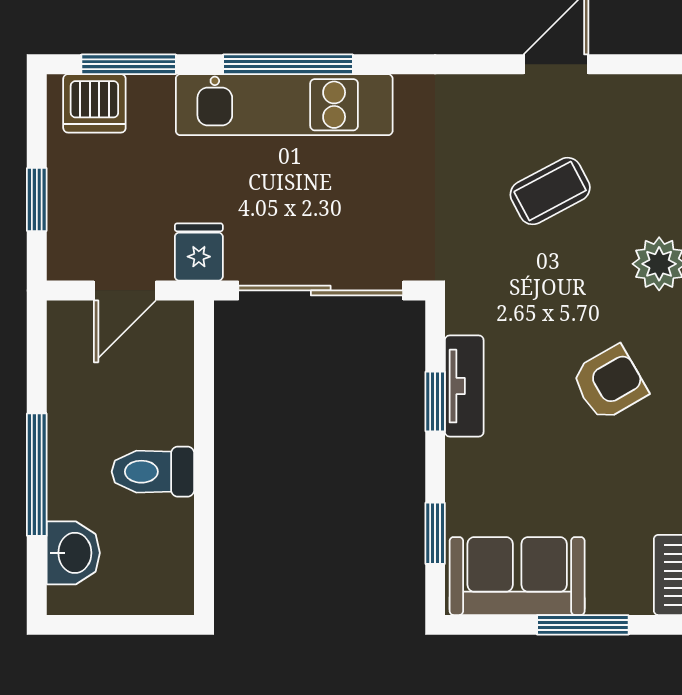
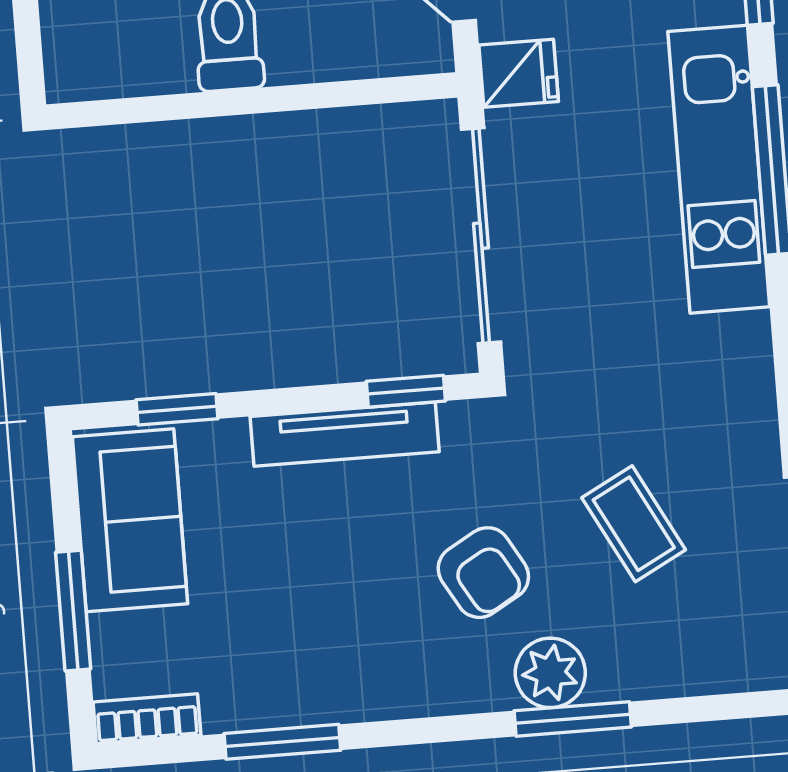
armchair: (609, 383) -> (483, 573), moved
tv unit: (464, 386) -> (345, 434), width x1.41
window: (435, 401) -> (406, 391), moved

